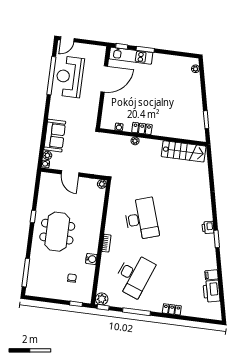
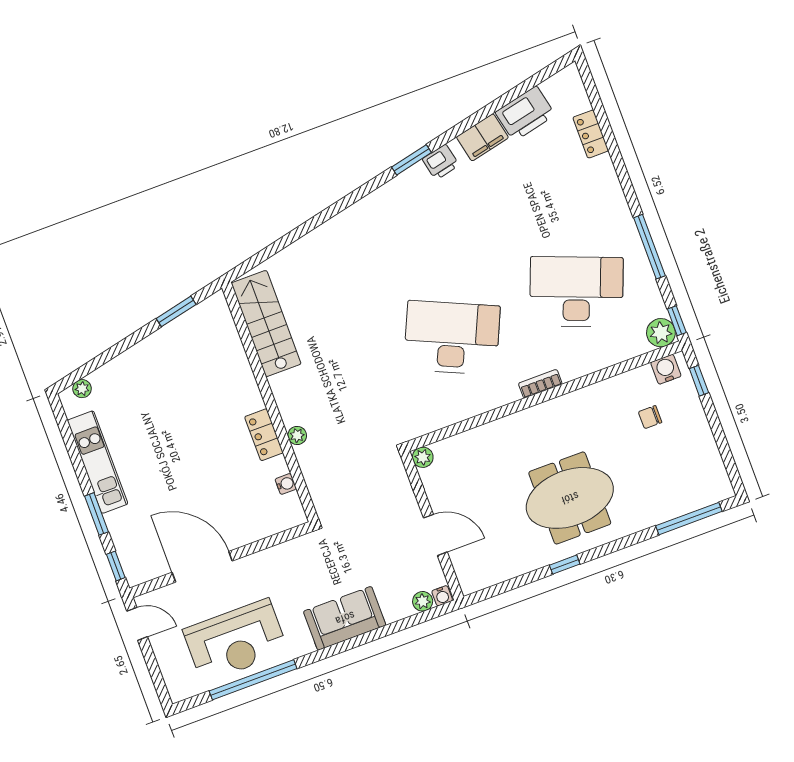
door: (67, 39) -> (137, 624), moved
kitchen unit: (131, 56) -> (98, 462), moved
sofa: (55, 136) -> (345, 618), moved
door: (70, 173) -> (435, 535), hinge flipped
desk: (141, 219) -> (452, 338), turned 42
printer: (208, 227) -> (441, 162), moved
water cooler: (91, 259) -> (666, 369), moved
filing cabinet: (211, 275) -> (482, 137), width x2.00
locker: (172, 309) -> (591, 134), moved

